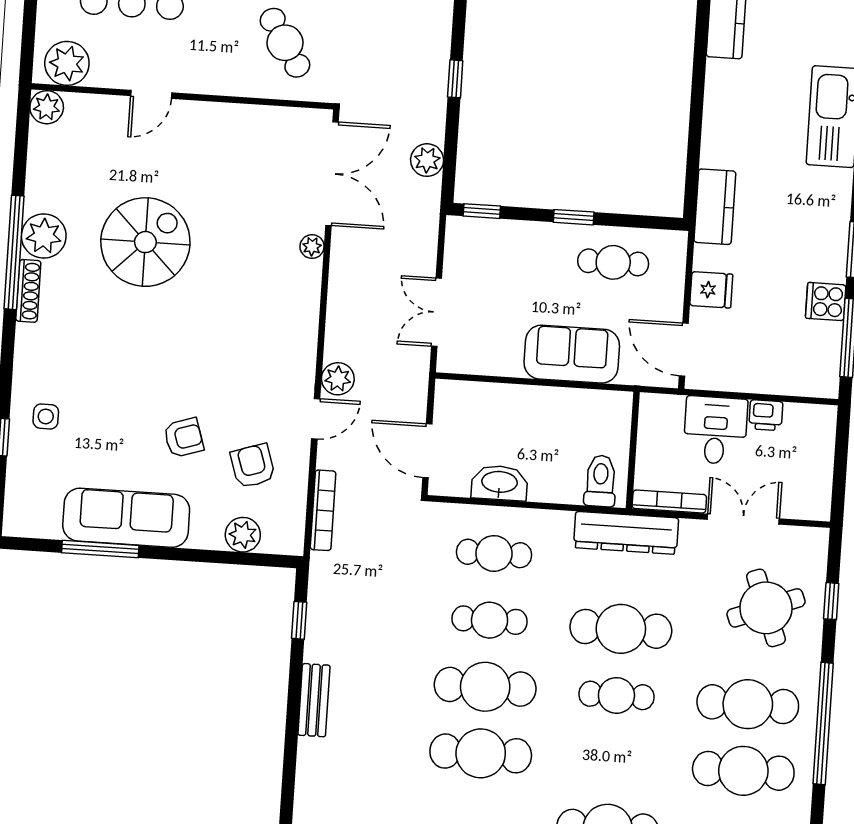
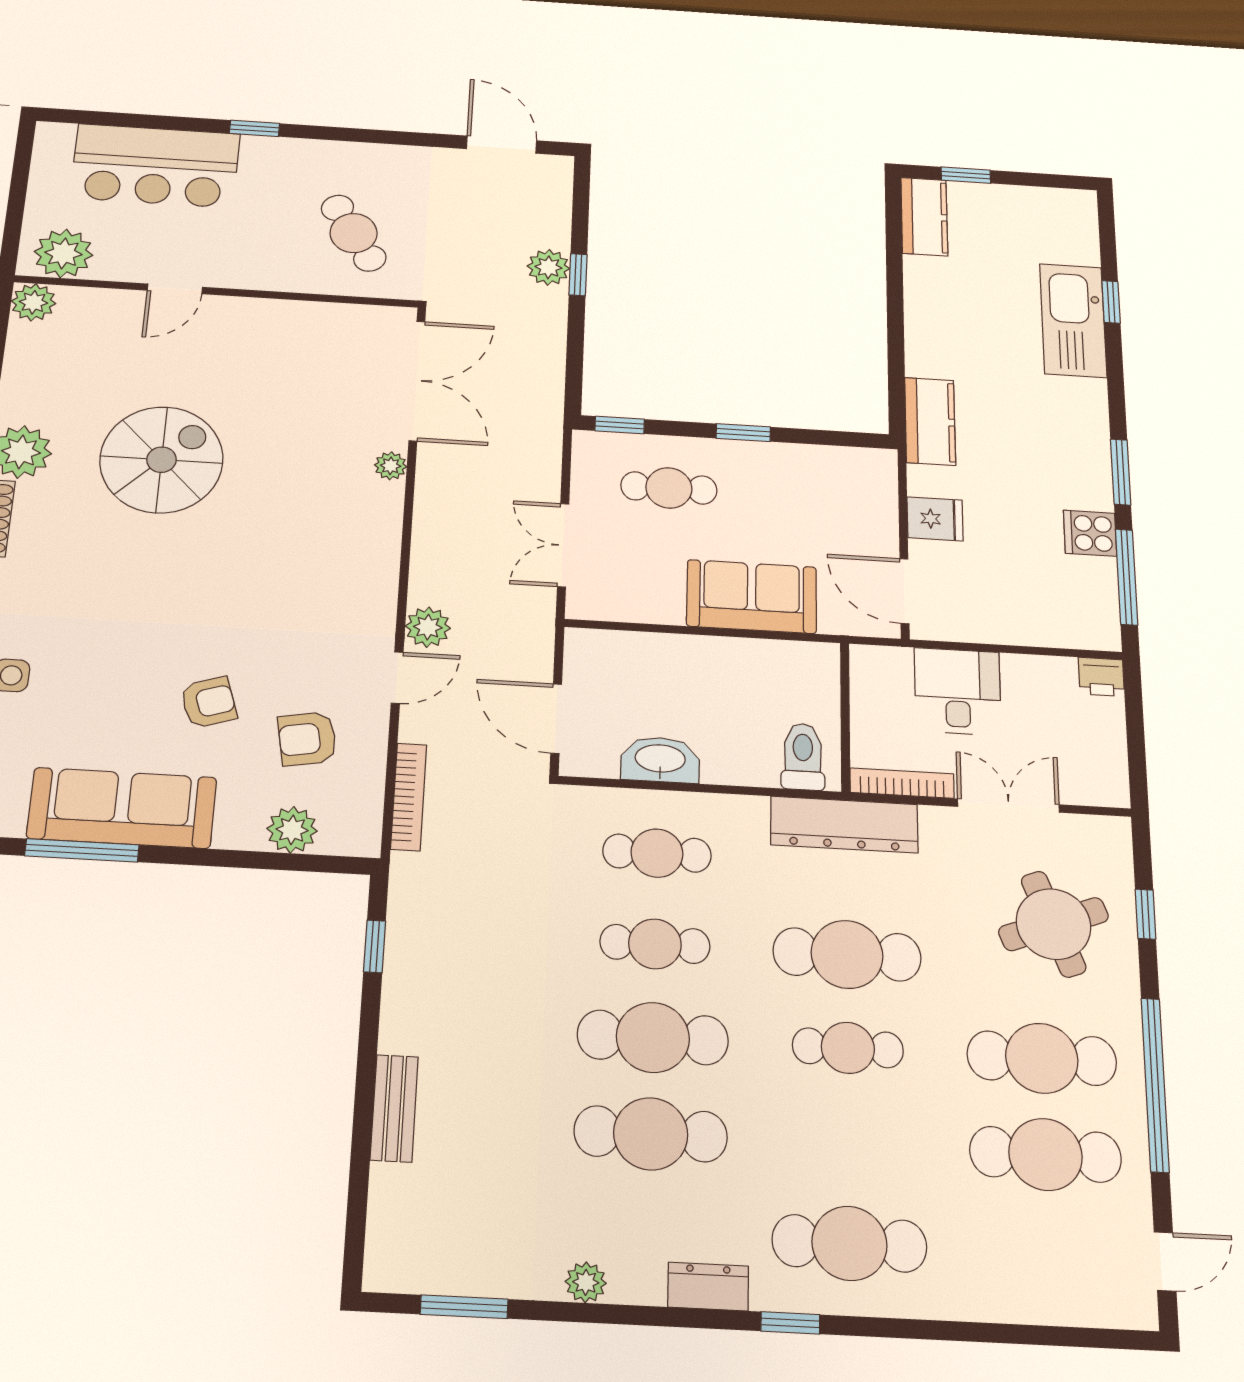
plant: (427, 160) -> (548, 267), moved
cafe table: (613, 262) -> (669, 488), moved
printer: (766, 415) -> (1101, 677), moved
armchair: (253, 466) -> (307, 739), turned -82
bench: (314, 700) -> (394, 1108), moved

